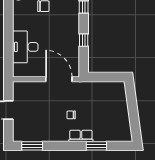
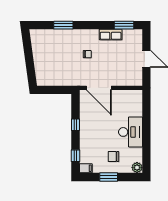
desk: (25, 47) -> (130, 132), moved
row of seats: (81, 136) -> (111, 35), moved

